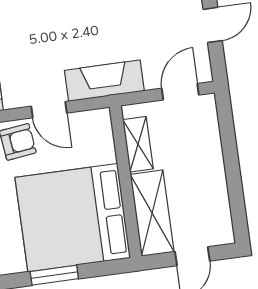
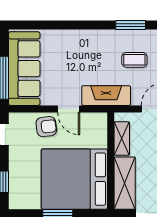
coffee table: (141, 19) -> (134, 60), added

